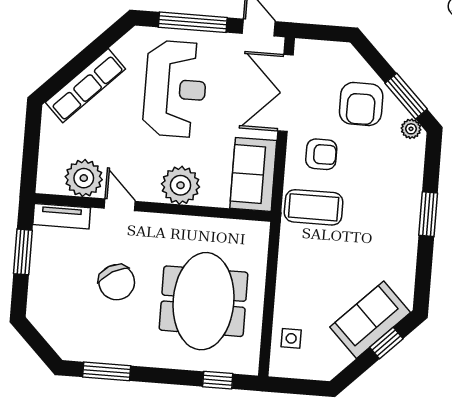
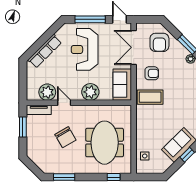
reception desk: (175, 89) -> (85, 49), turned 180
armchair: (361, 104) -> (159, 42), moved

